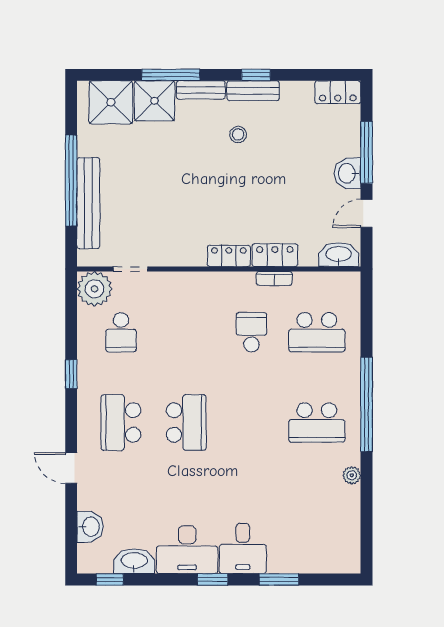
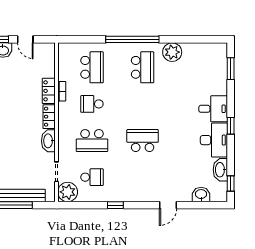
washbasin: (339, 255) -> (48, 141), moved
school desk: (121, 423) -> (92, 141), moved
plant: (352, 475) -> (172, 52), width x1.88, depth x1.88
window: (279, 579) -> (231, 69), moved

